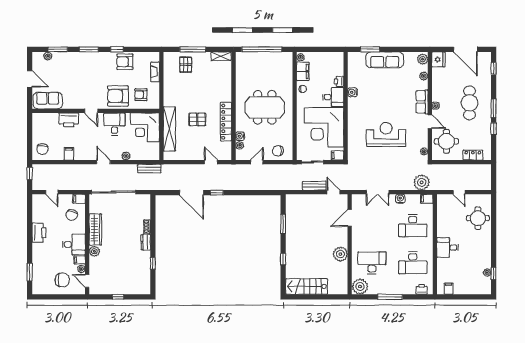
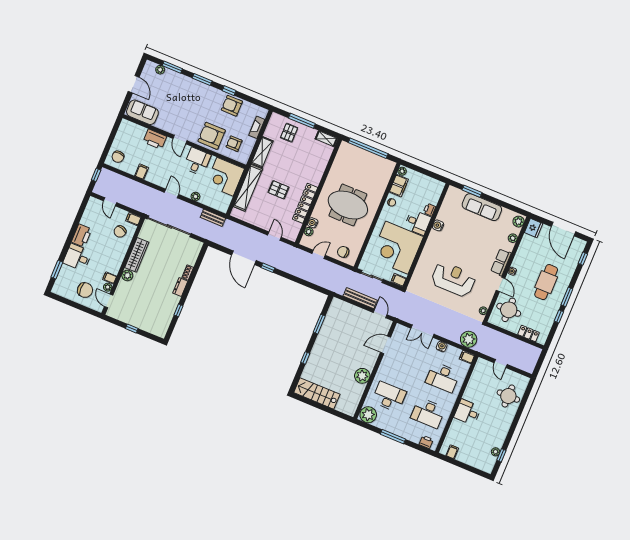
shelving: (169, 92) -> (262, 152), added
bench: (314, 186) -> (360, 298), width x1.36
desk: (74, 244) -> (77, 257), moved, turned 180

